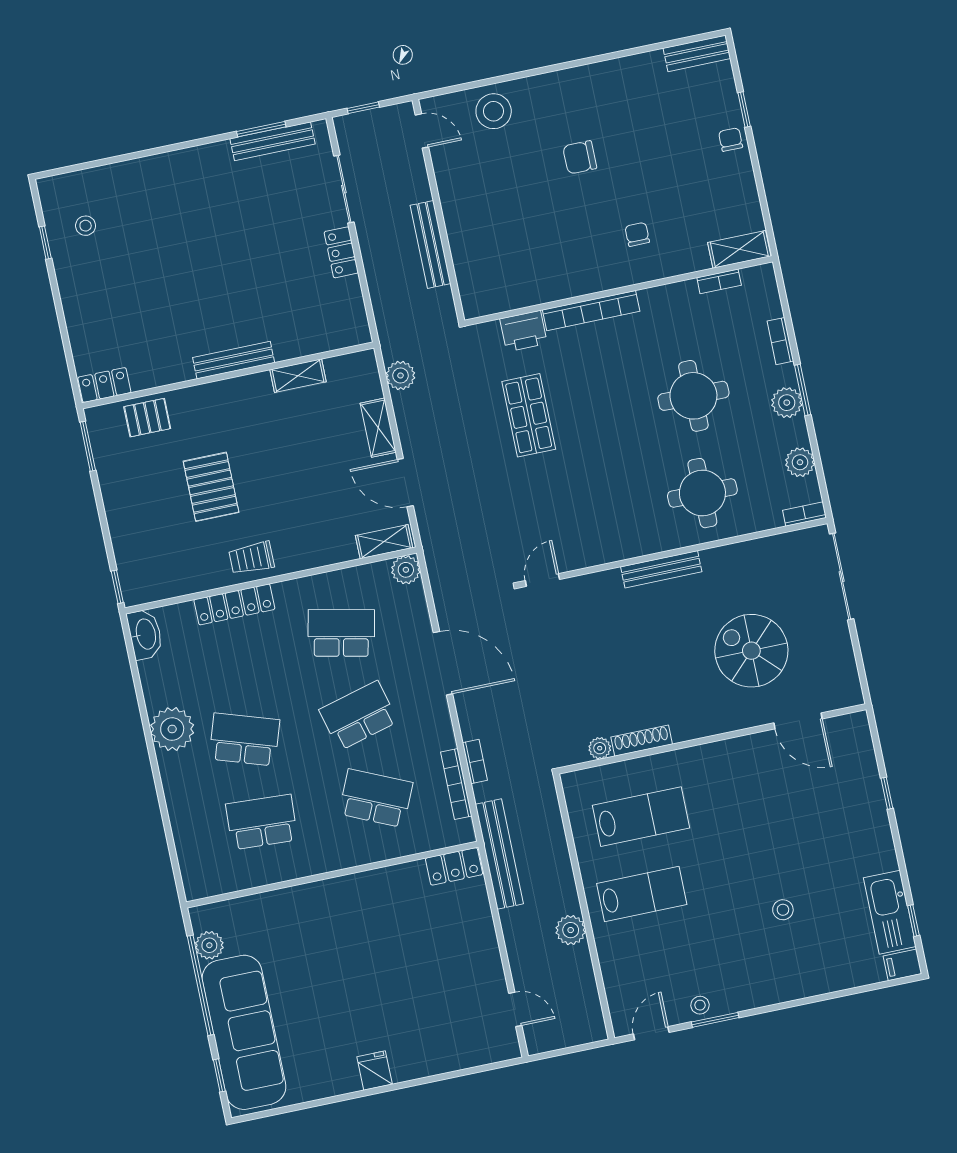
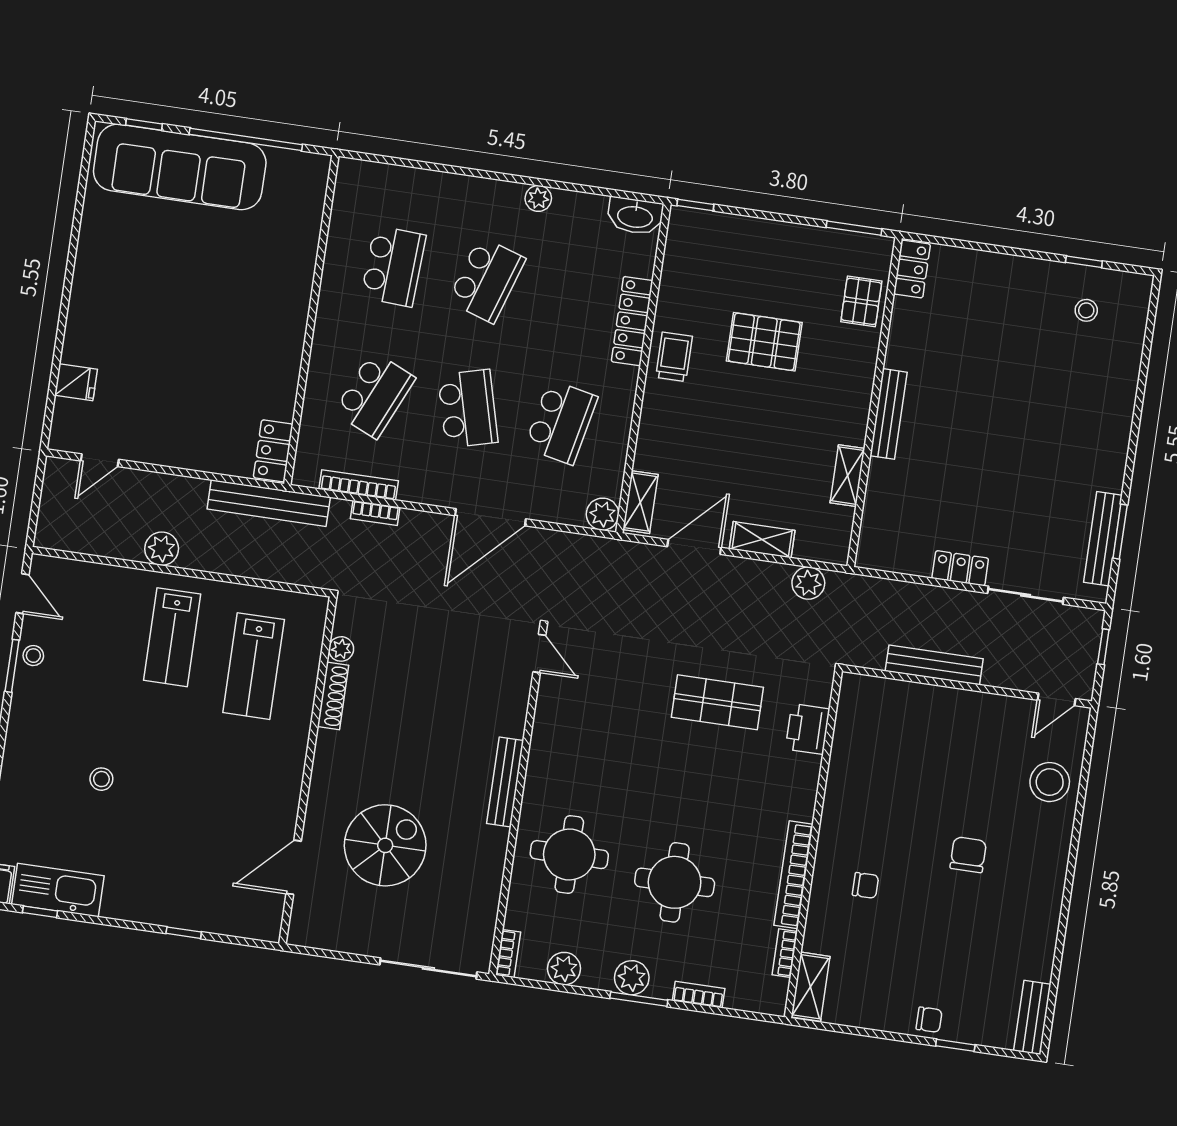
bookcase: (591, 311) -> (794, 875), moved
plant: (172, 729) -> (538, 198), width x0.53, depth x0.53
plant: (209, 945) -> (284, 164), removed
fridge: (375, 1071) -> (76, 382), moved

